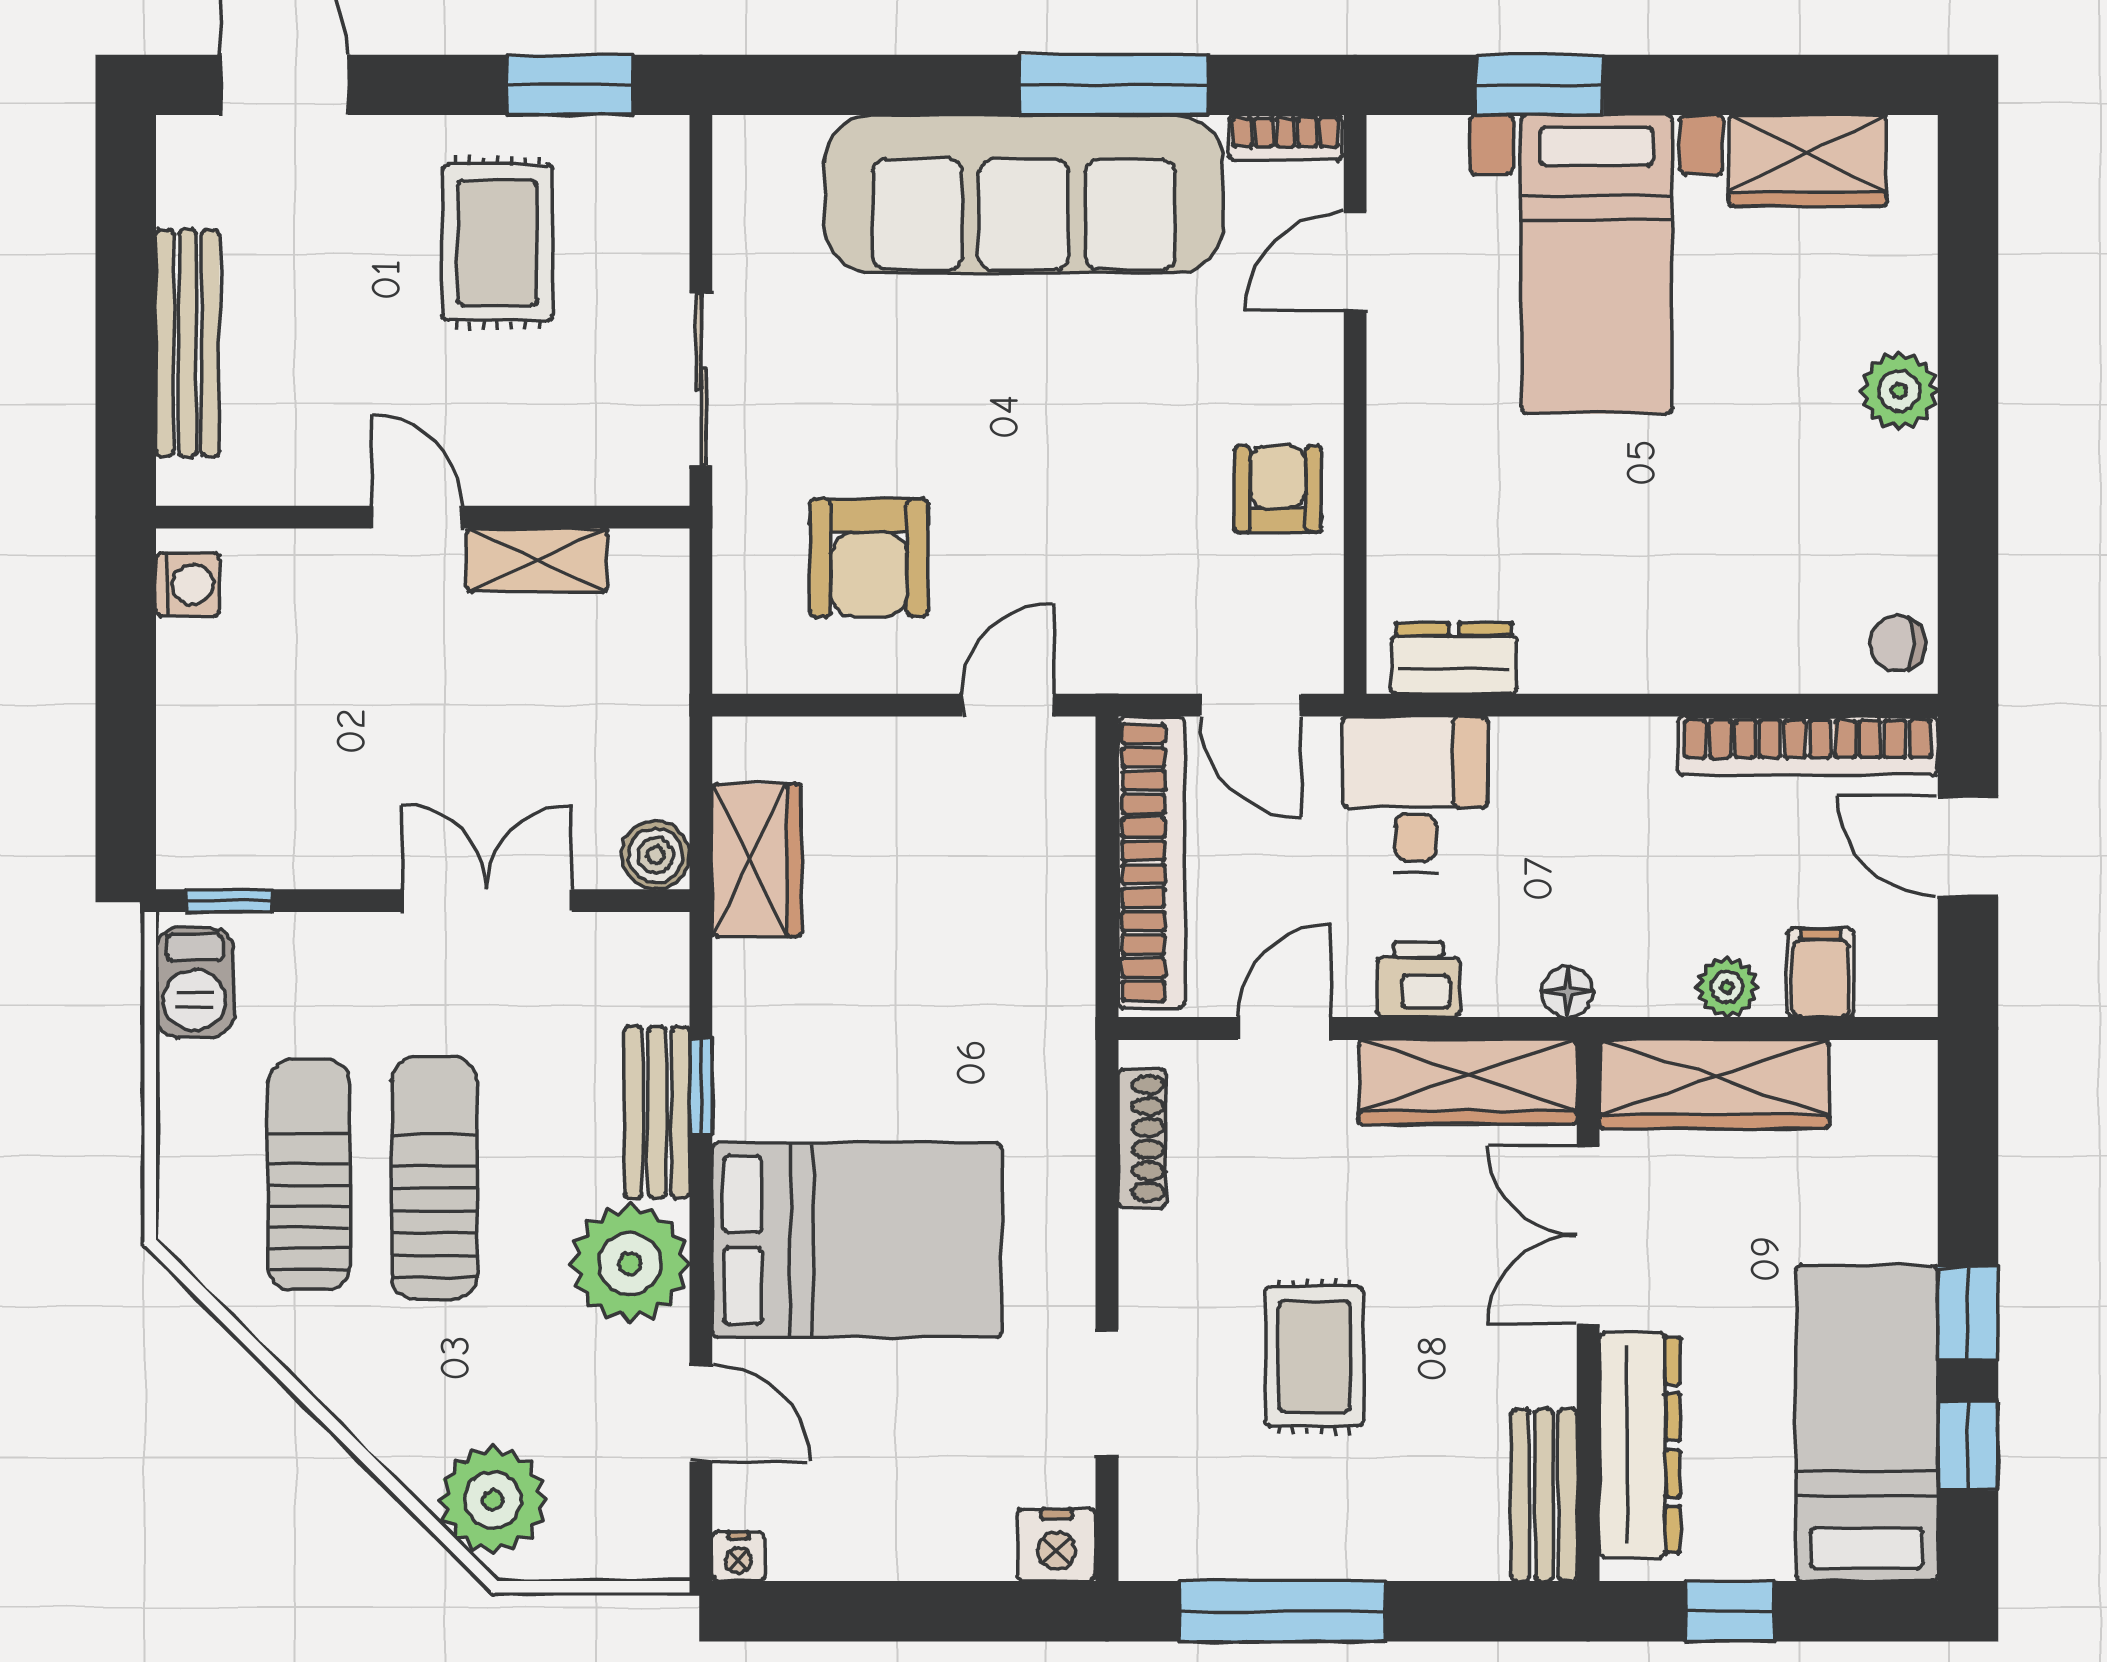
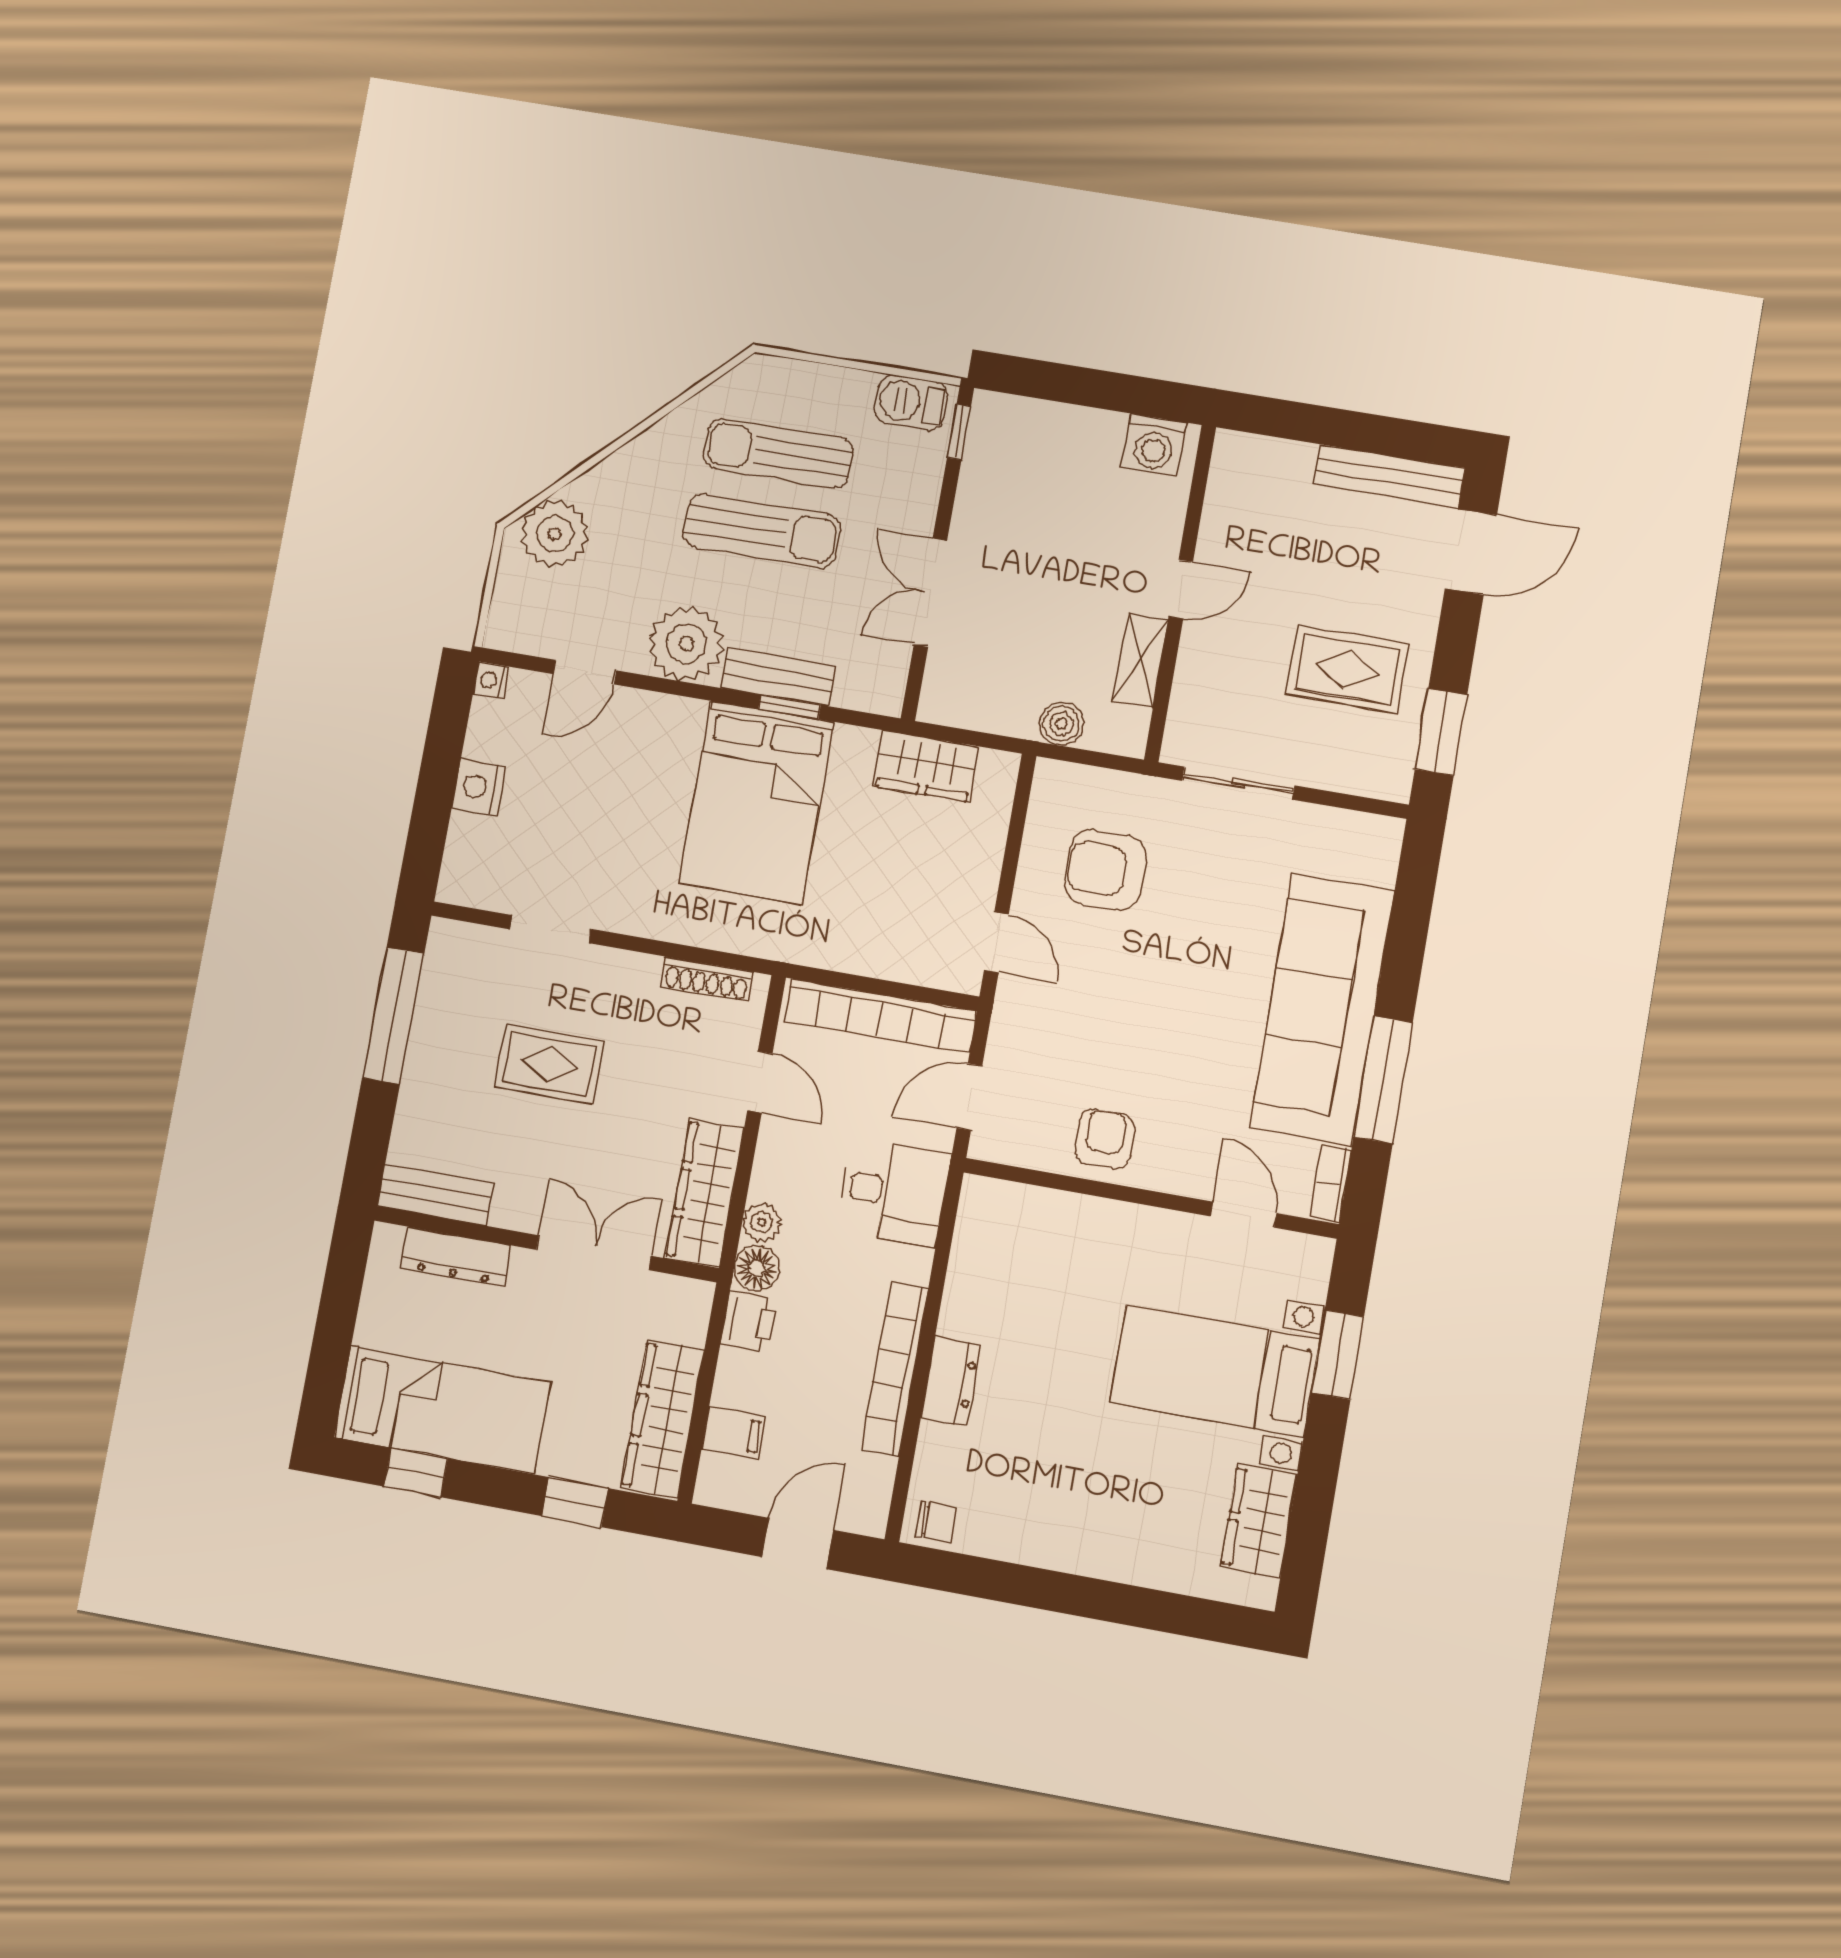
bench: (188, 343) -> (1389, 476), moved
plant: (1899, 391) -> (1099, 1553), removed
armchair: (1278, 489) -> (1105, 1139), turned -90
washing machine: (188, 584) -> (1154, 445), width x1.38, depth x1.38
chair: (1897, 644) -> (936, 1522), turned 90
dresser: (1454, 658) -> (951, 1381), moved
bookcase: (1808, 746) -> (895, 1369), moved
boiler: (656, 855) -> (1061, 724), moved
double door: (487, 901) -> (930, 593), swing flipped
printer: (1418, 980) -> (749, 1322), moved
plant: (1727, 987) -> (762, 1222), moved
floor lamp: (1567, 992) -> (757, 1268), width x1.37, depth x1.37
wardrobe: (1714, 1084) -> (663, 1419), moved
sun lounger: (309, 1175) -> (778, 453), turned 180
bed: (857, 1240) -> (756, 802), moved
window: (1968, 1314) -> (575, 1502), moved
dresser: (1640, 1445) -> (456, 1257), width x0.73, depth x0.80
nightstand: (1056, 1545) -> (479, 787), moved
window: (1730, 1611) -> (340, 1300), removed

